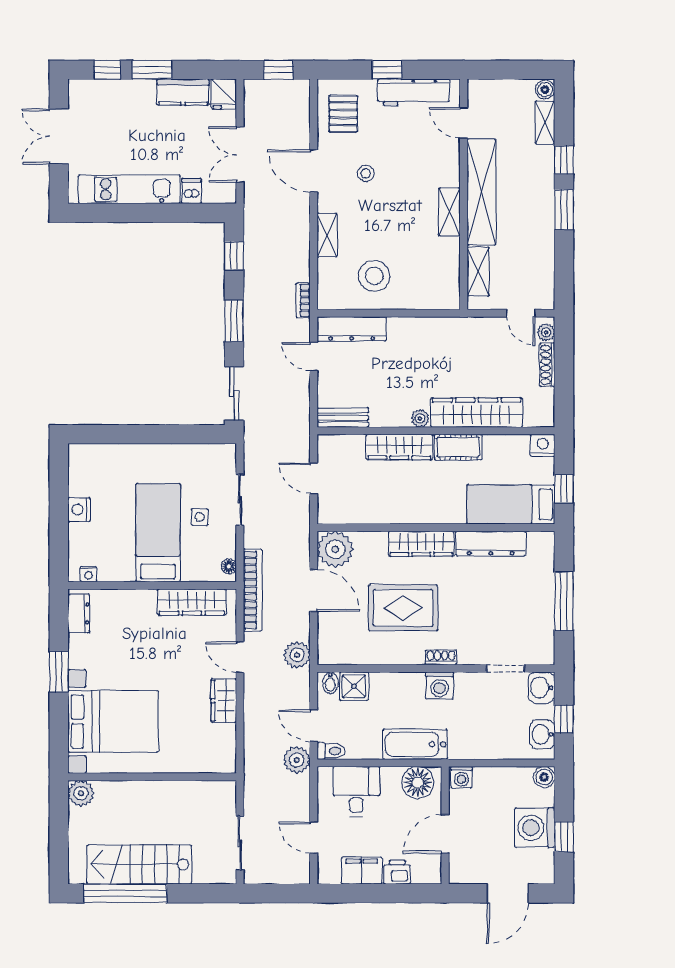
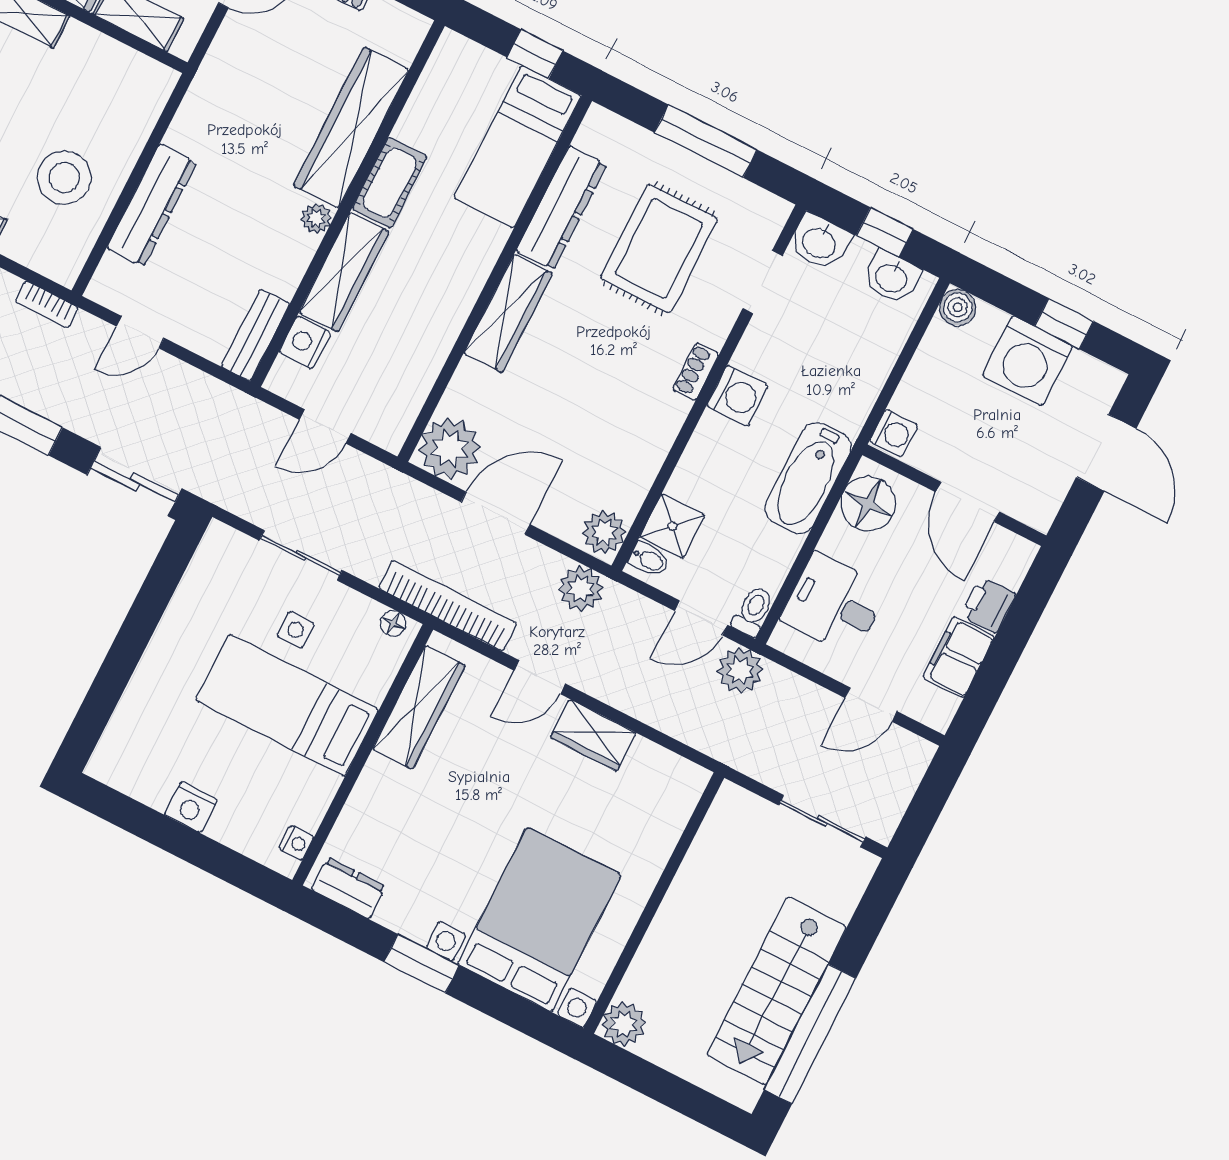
dresser: (352, 329) -> (152, 205), moved
nightstand: (543, 445) -> (305, 342), moved
rug: (403, 608) -> (659, 249), moved
plant: (333, 652) -> (604, 532), added

